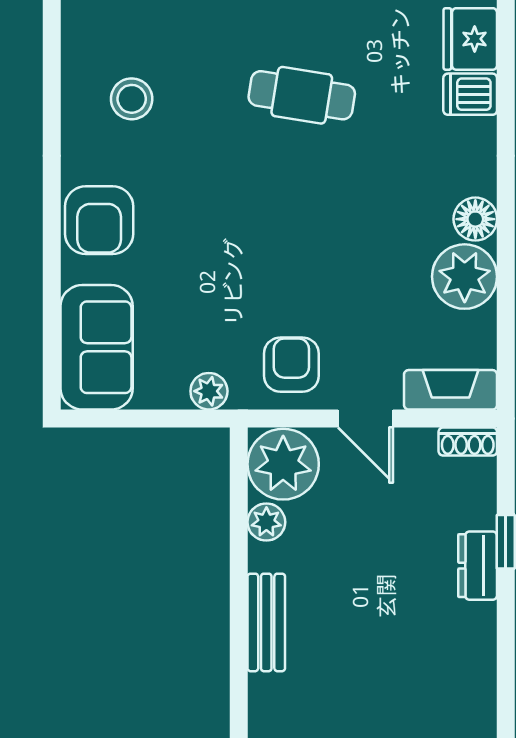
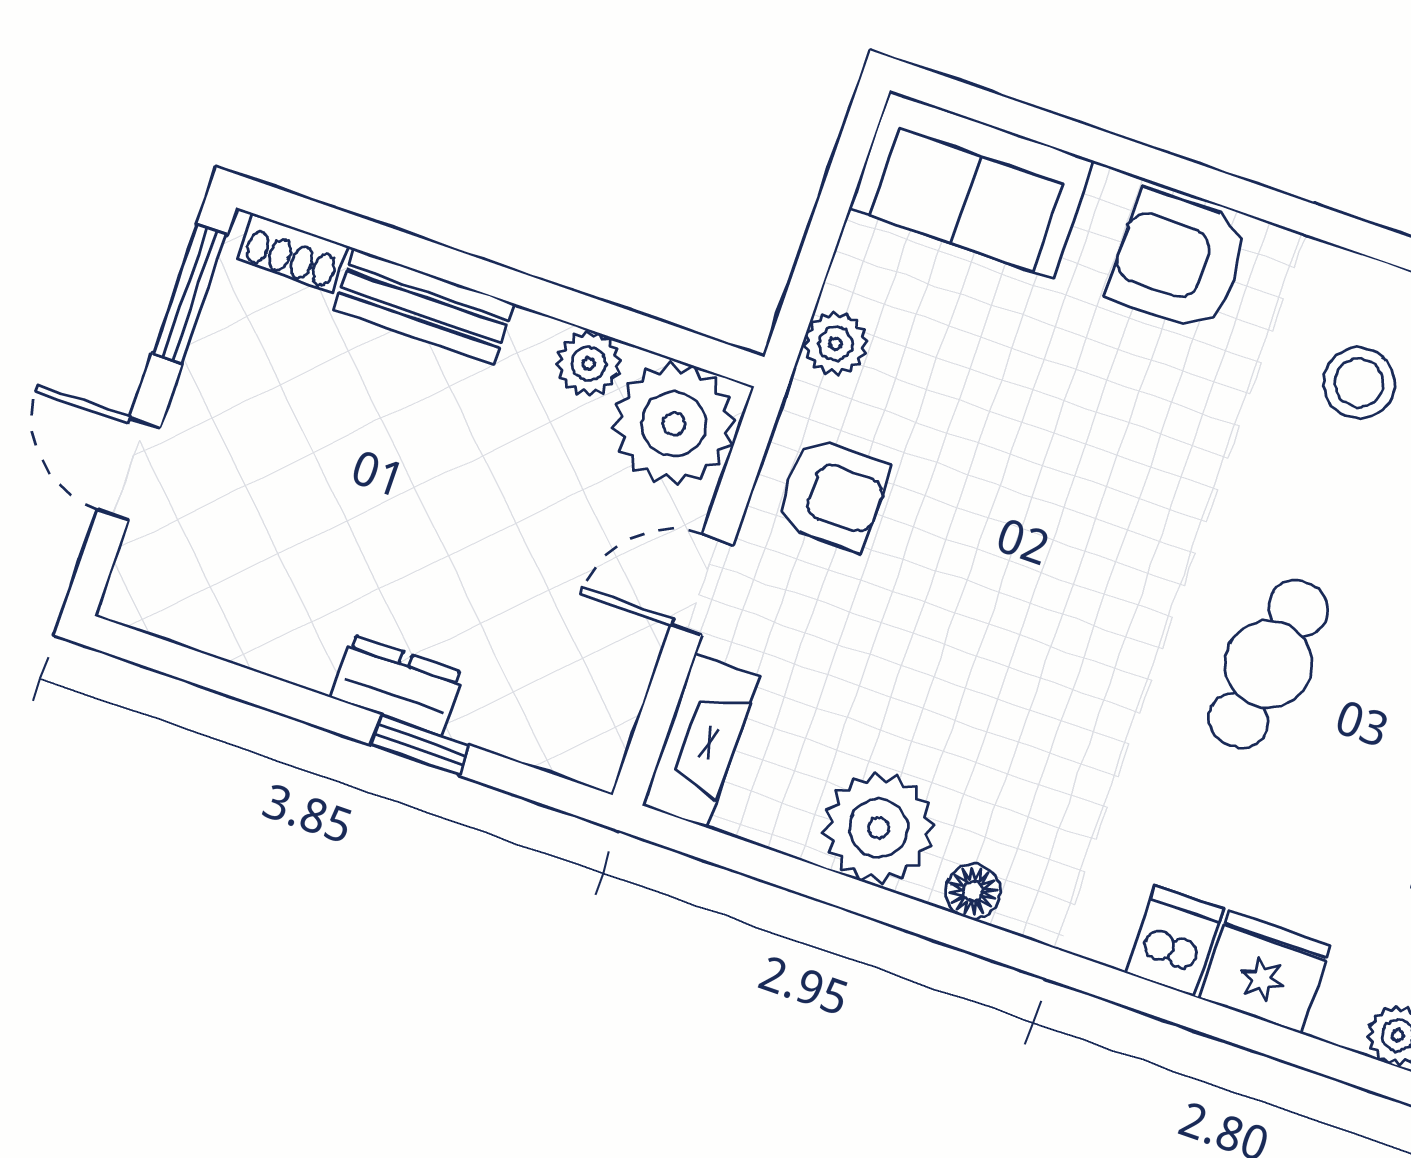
floor lamp: (475, 219) -> (973, 891), width x0.73, depth x0.73
shoe rack: (468, 442) -> (293, 253), moved, turned -90

